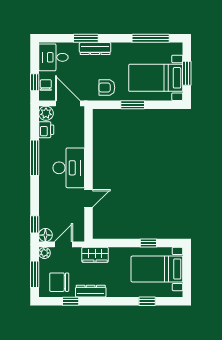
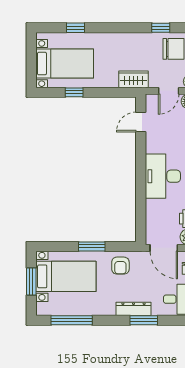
armchair: (107, 88) -> (120, 266), turned 90
door: (89, 198) -> (141, 122), moved
dresser: (91, 291) -> (138, 39), removed

